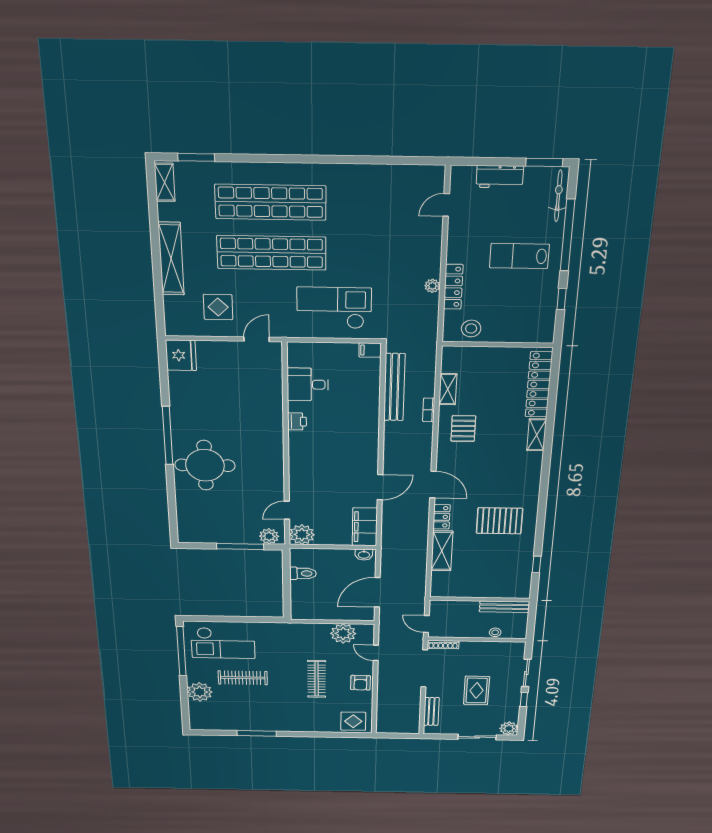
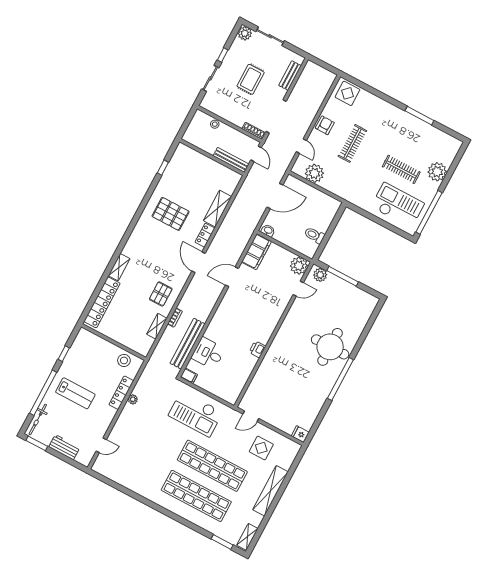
fridge: (181, 355) -> (300, 434), width x0.53, depth x0.75
desk: (308, 384) -> (208, 353), moved, turned 180
bench: (504, 607) -> (231, 160), moved

